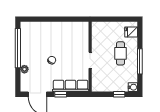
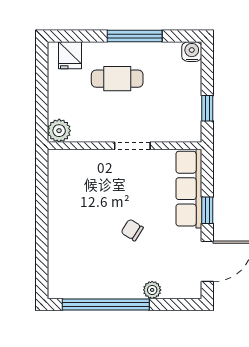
plant: (97, 27) -> (59, 131), added
window: (119, 94) -> (207, 108), moved

